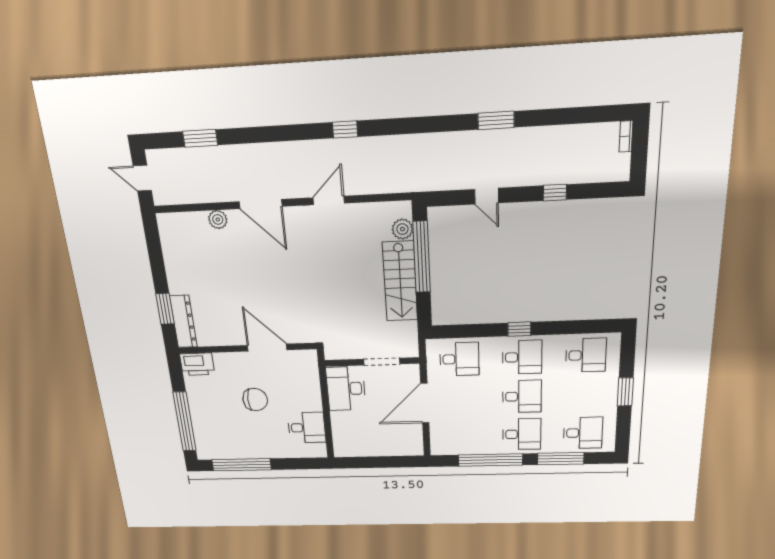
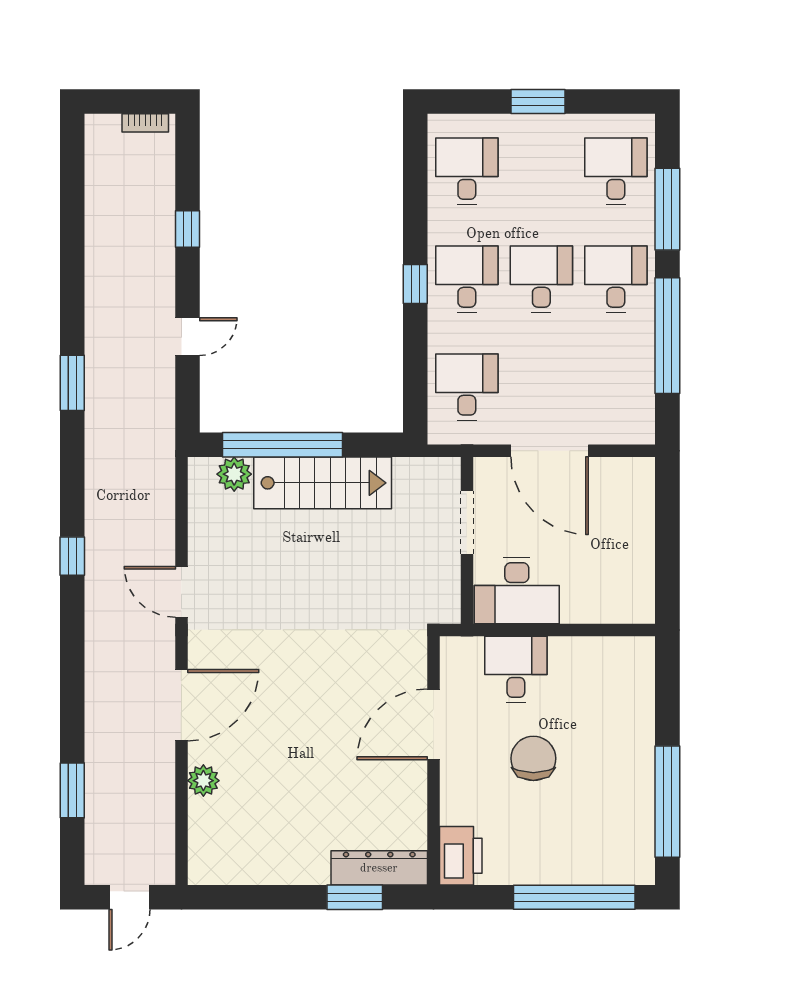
window: (496, 120) -> (72, 383), moved
bookcase: (626, 136) -> (145, 123), moved
desk: (307, 428) -> (516, 669), moved

